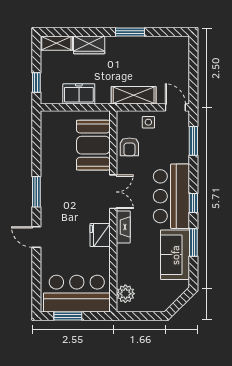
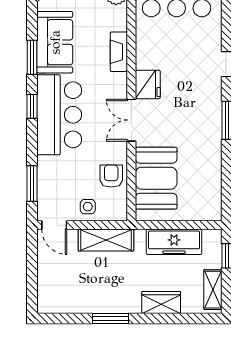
shelving: (56, 43) -> (213, 290), moved, turned 90
freezer: (79, 94) -> (174, 242), width x1.40
fireplace: (123, 227) -> (119, 52), moved
fridge: (100, 235) -> (148, 84), moved

